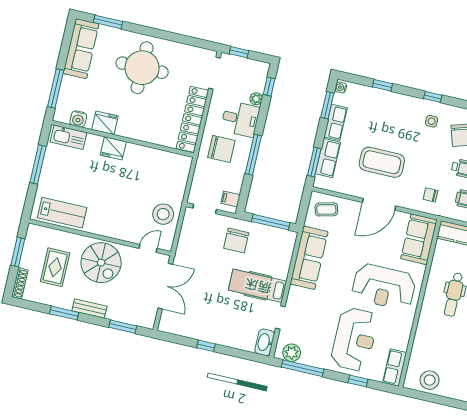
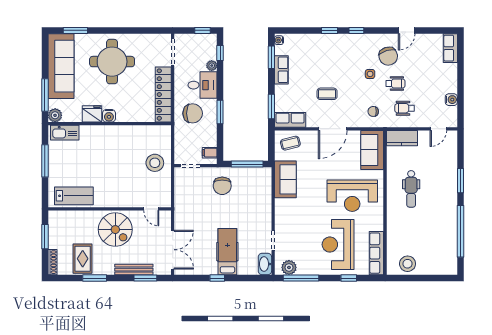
sofa: (81, 49) -> (61, 66), width x1.36, depth x1.27
window: (239, 52) -> (202, 30), moved
window: (382, 85) -> (330, 30), moved
plant: (62, 115) -> (55, 115), added
water cooler: (78, 119) -> (109, 116), moved
side table: (432, 121) -> (370, 74), moved
fridge: (113, 148) -> (104, 133), removed
window: (253, 155) -> (220, 112), width x0.69
row of seats: (328, 158) -> (290, 120), moved, turned -90
coffee table: (382, 162) -> (327, 94), width x0.54, depth x0.58
stool: (163, 214) -> (155, 163), moved
door: (148, 248) -> (151, 209), swing flipped
sofa: (309, 258) -> (285, 179), width x0.73
rug: (55, 267) -> (83, 259), moved
double door: (165, 286) -> (173, 250), moved
hospital bed: (258, 286) -> (227, 252), moved, turned 90
bench: (89, 309) -> (134, 270), moved, width x1.36
reception desk: (354, 339) -> (338, 245), turned 180
row of seats: (395, 368) -> (376, 253), width x1.48

